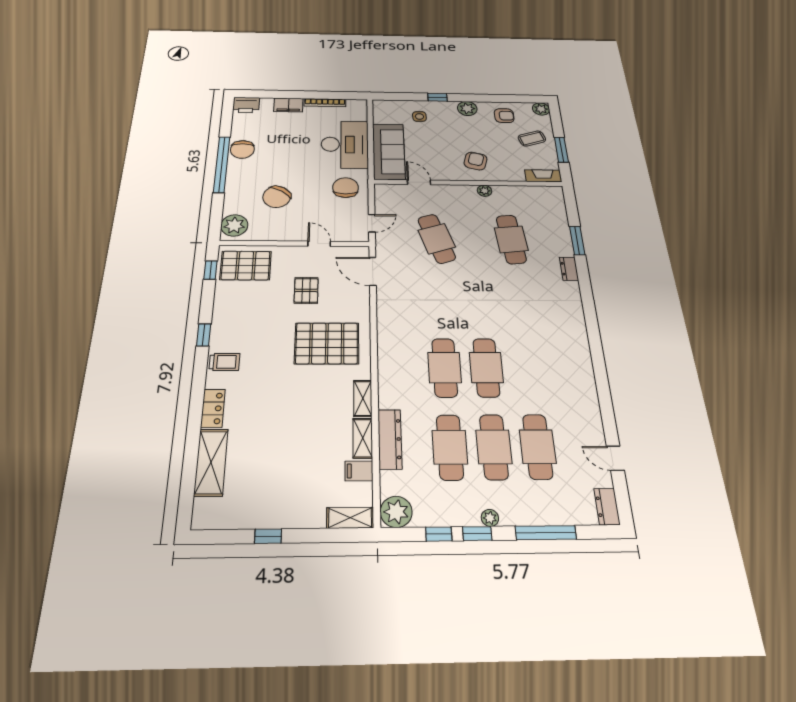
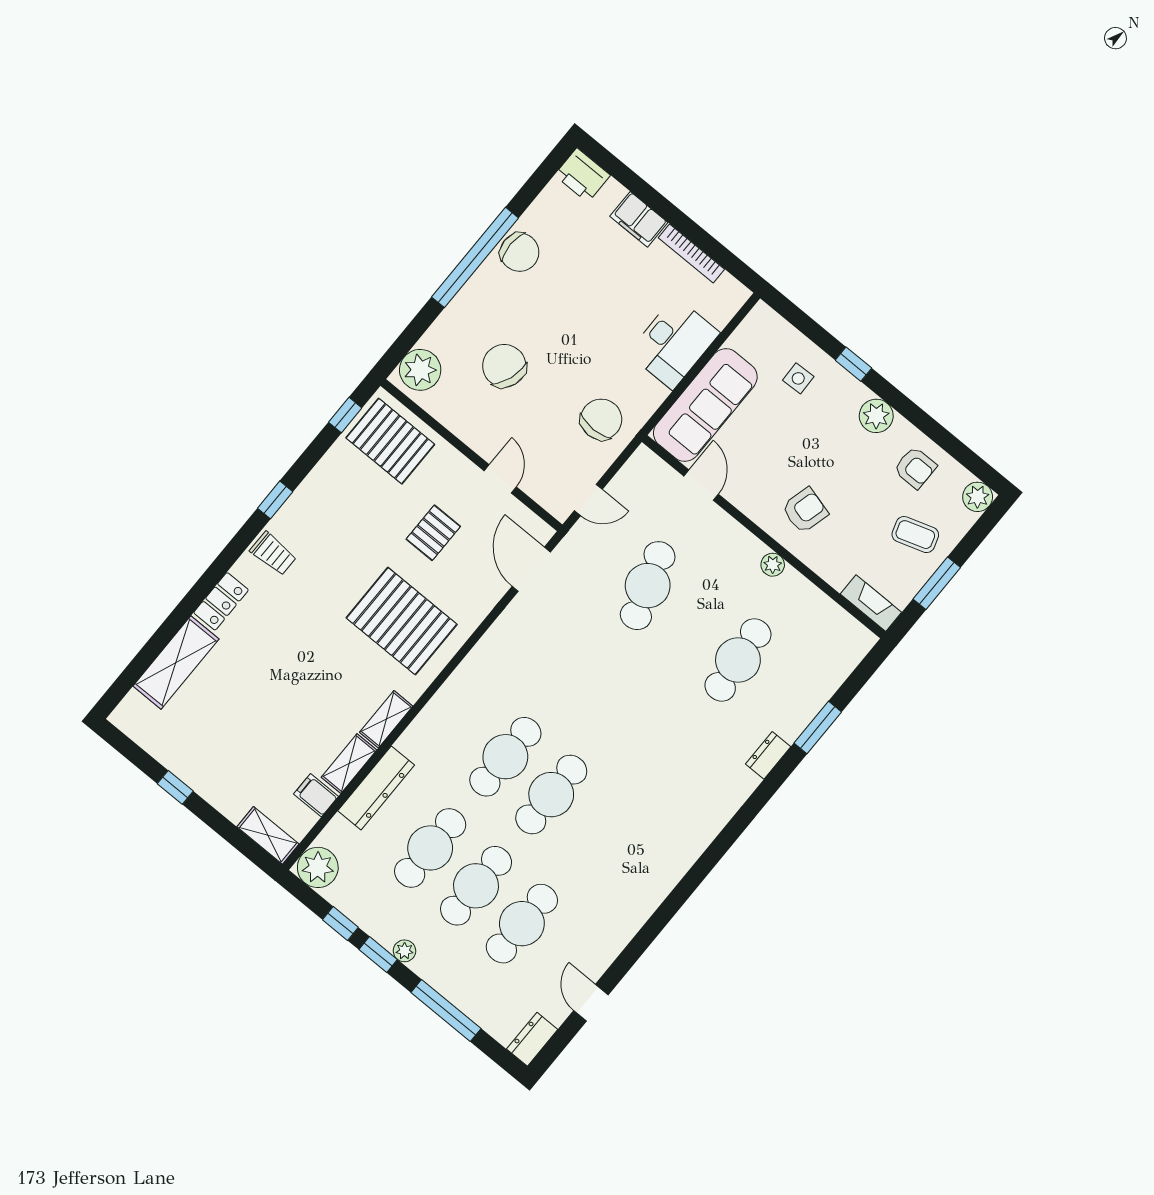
desk: (345, 144) -> (674, 343), width x0.73, depth x0.77
chair: (242, 149) -> (520, 252), turned -90
chair: (277, 197) -> (504, 366), turned 77

